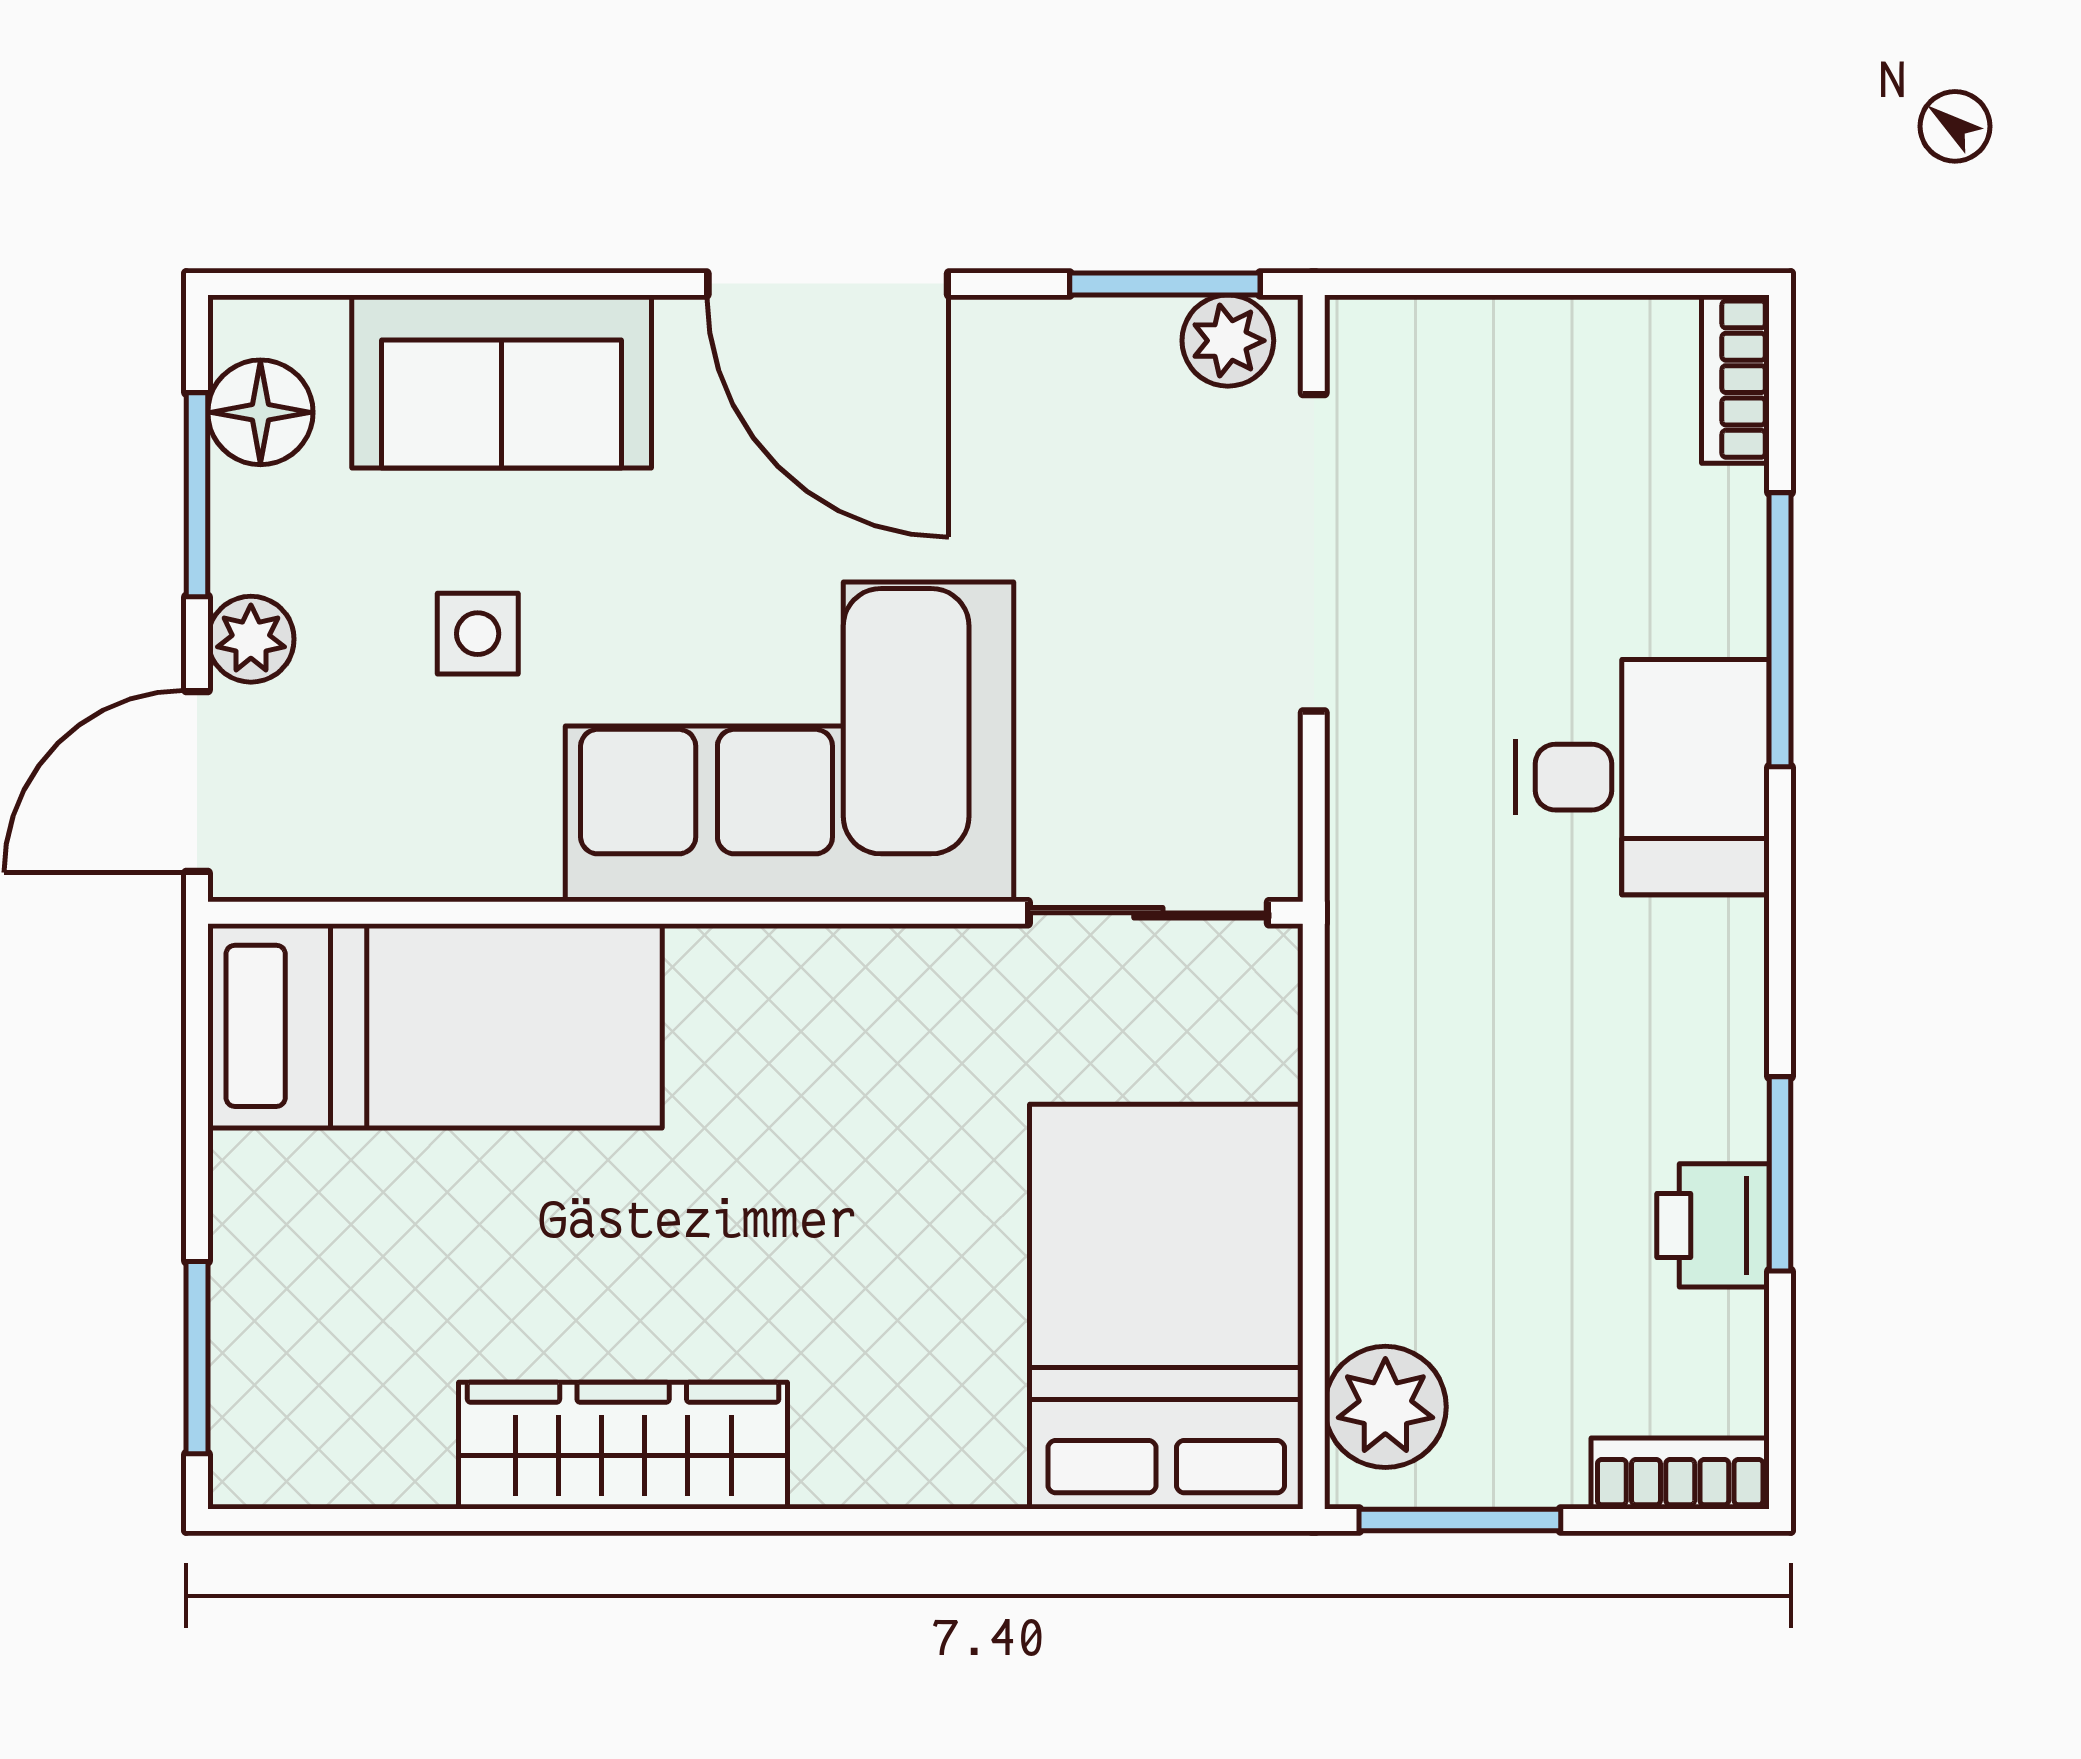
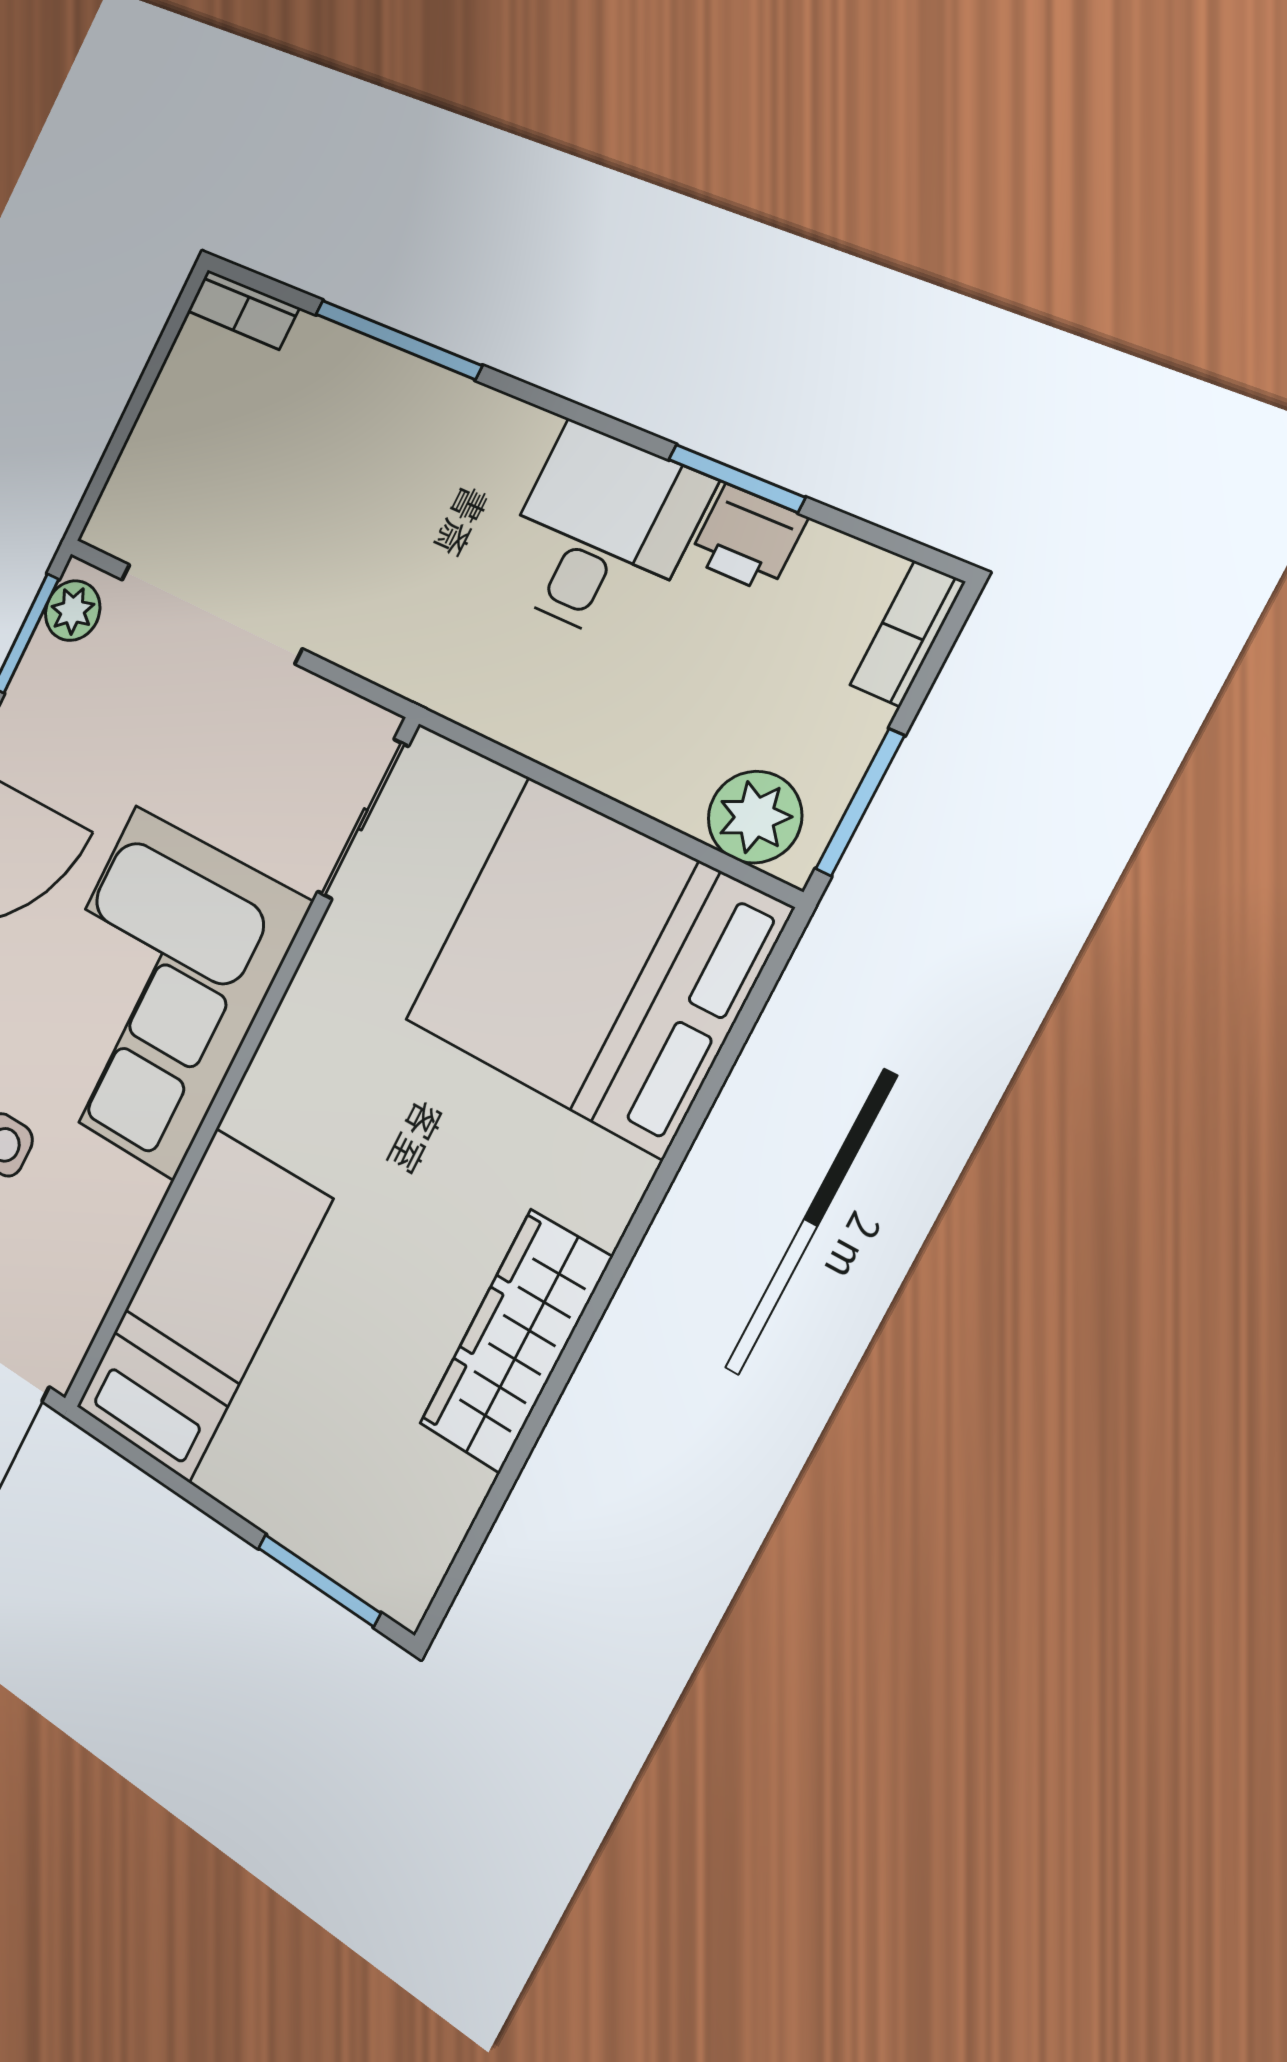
desk: (1642, 777) -> (600, 534), moved
bed: (1166, 1307) -> (595, 965), width x1.36

